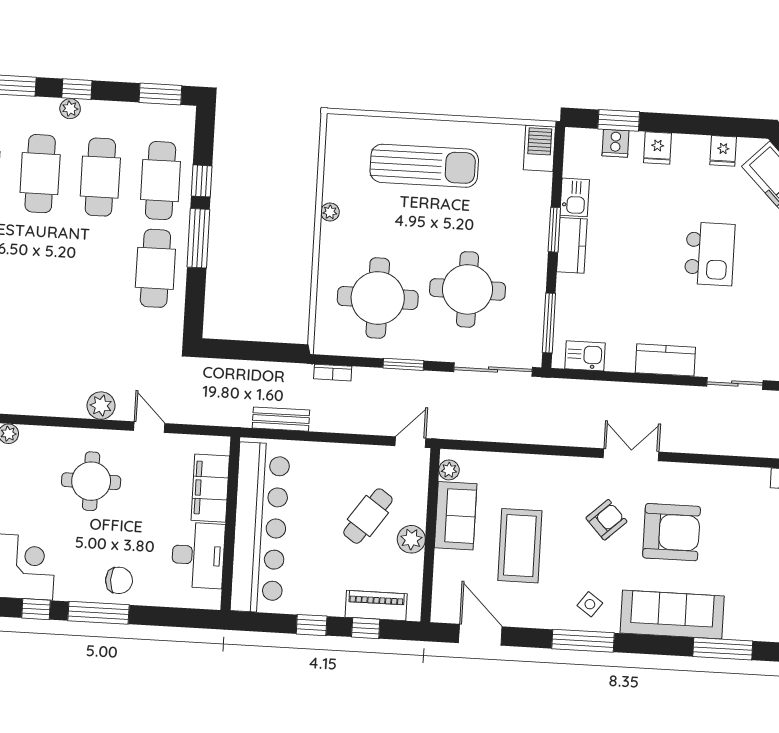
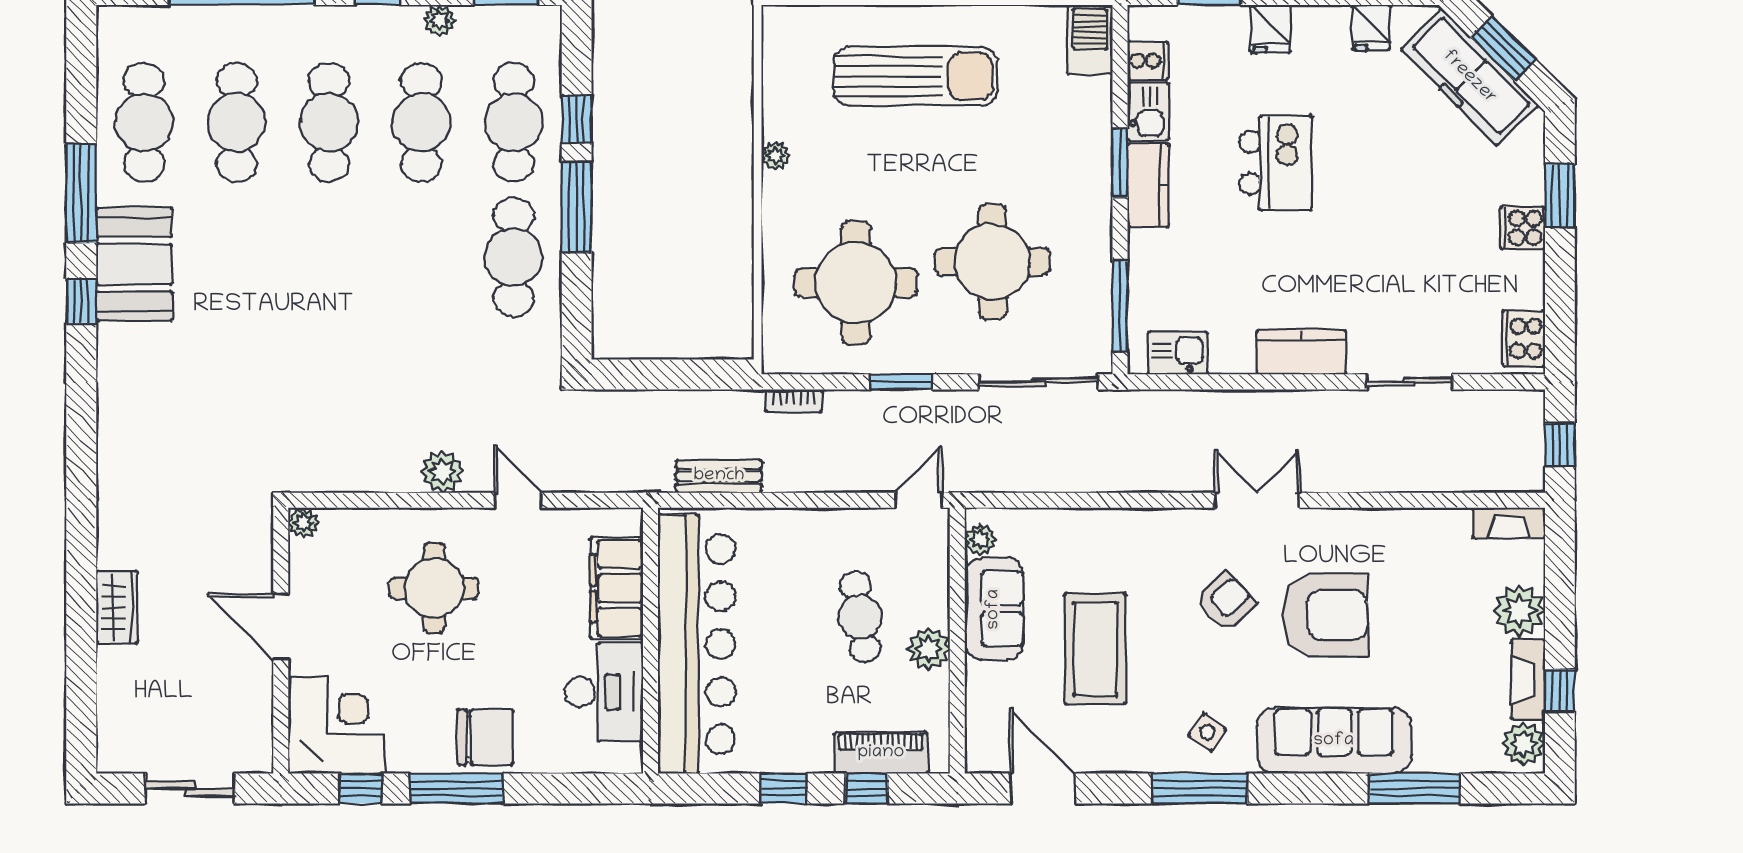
plant: (70, 109) -> (439, 20), moved
cooker: (615, 143) -> (1148, 61), moved, turned -90
kitchen island: (710, 254) -> (1276, 163), moved
cafe table: (368, 516) -> (860, 617), turned -44
chair: (119, 580) -> (485, 737), width x1.37, depth x1.37

